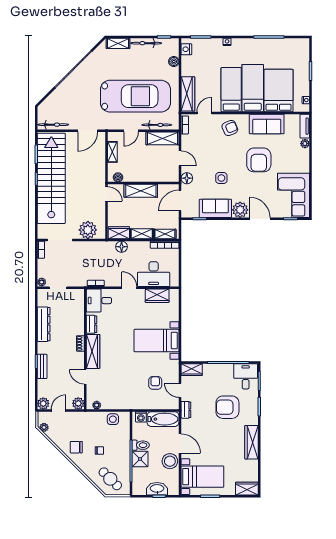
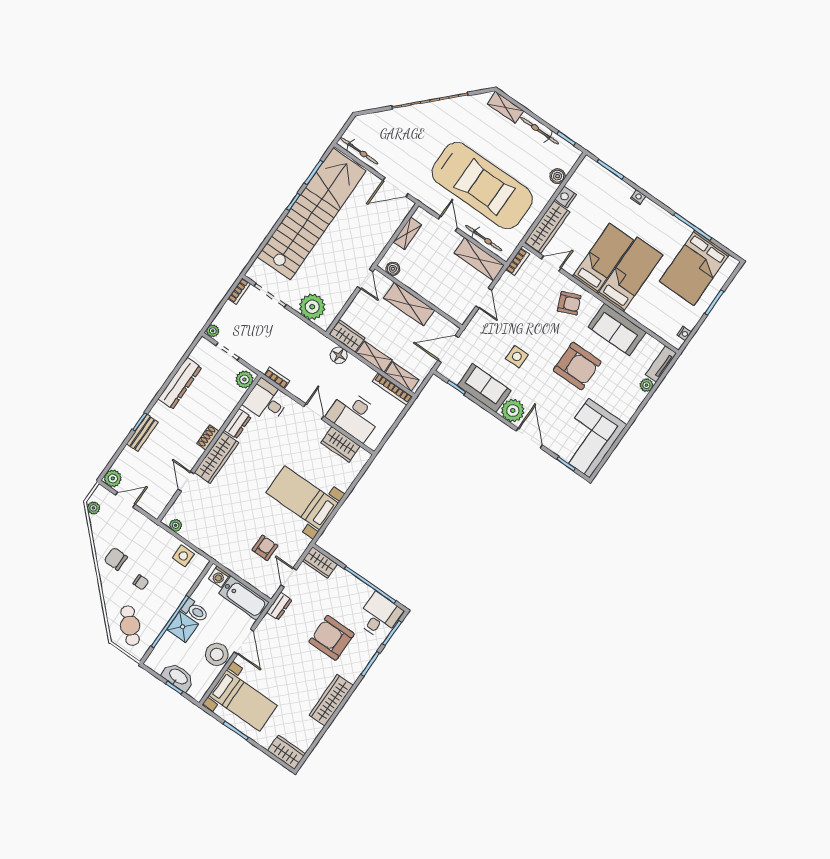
nightstand: (186, 49) -> (565, 197), moved
bed: (279, 91) -> (694, 268), moved, turned 180
door: (131, 131) -> (448, 224), swing flipped
armchair: (259, 160) -> (577, 366), turned -90
floor lamp: (187, 178) -> (475, 328), removed
plant: (78, 403) -> (244, 380), moved

